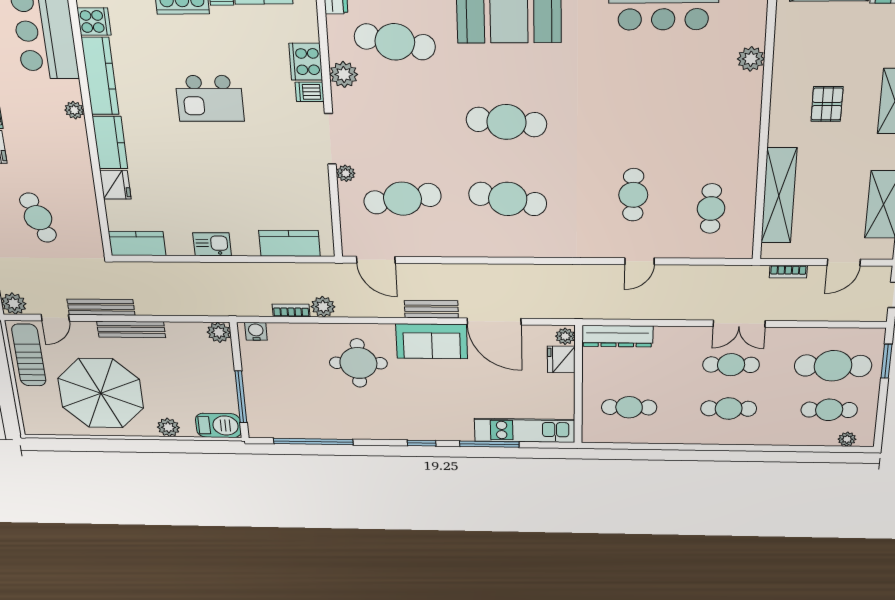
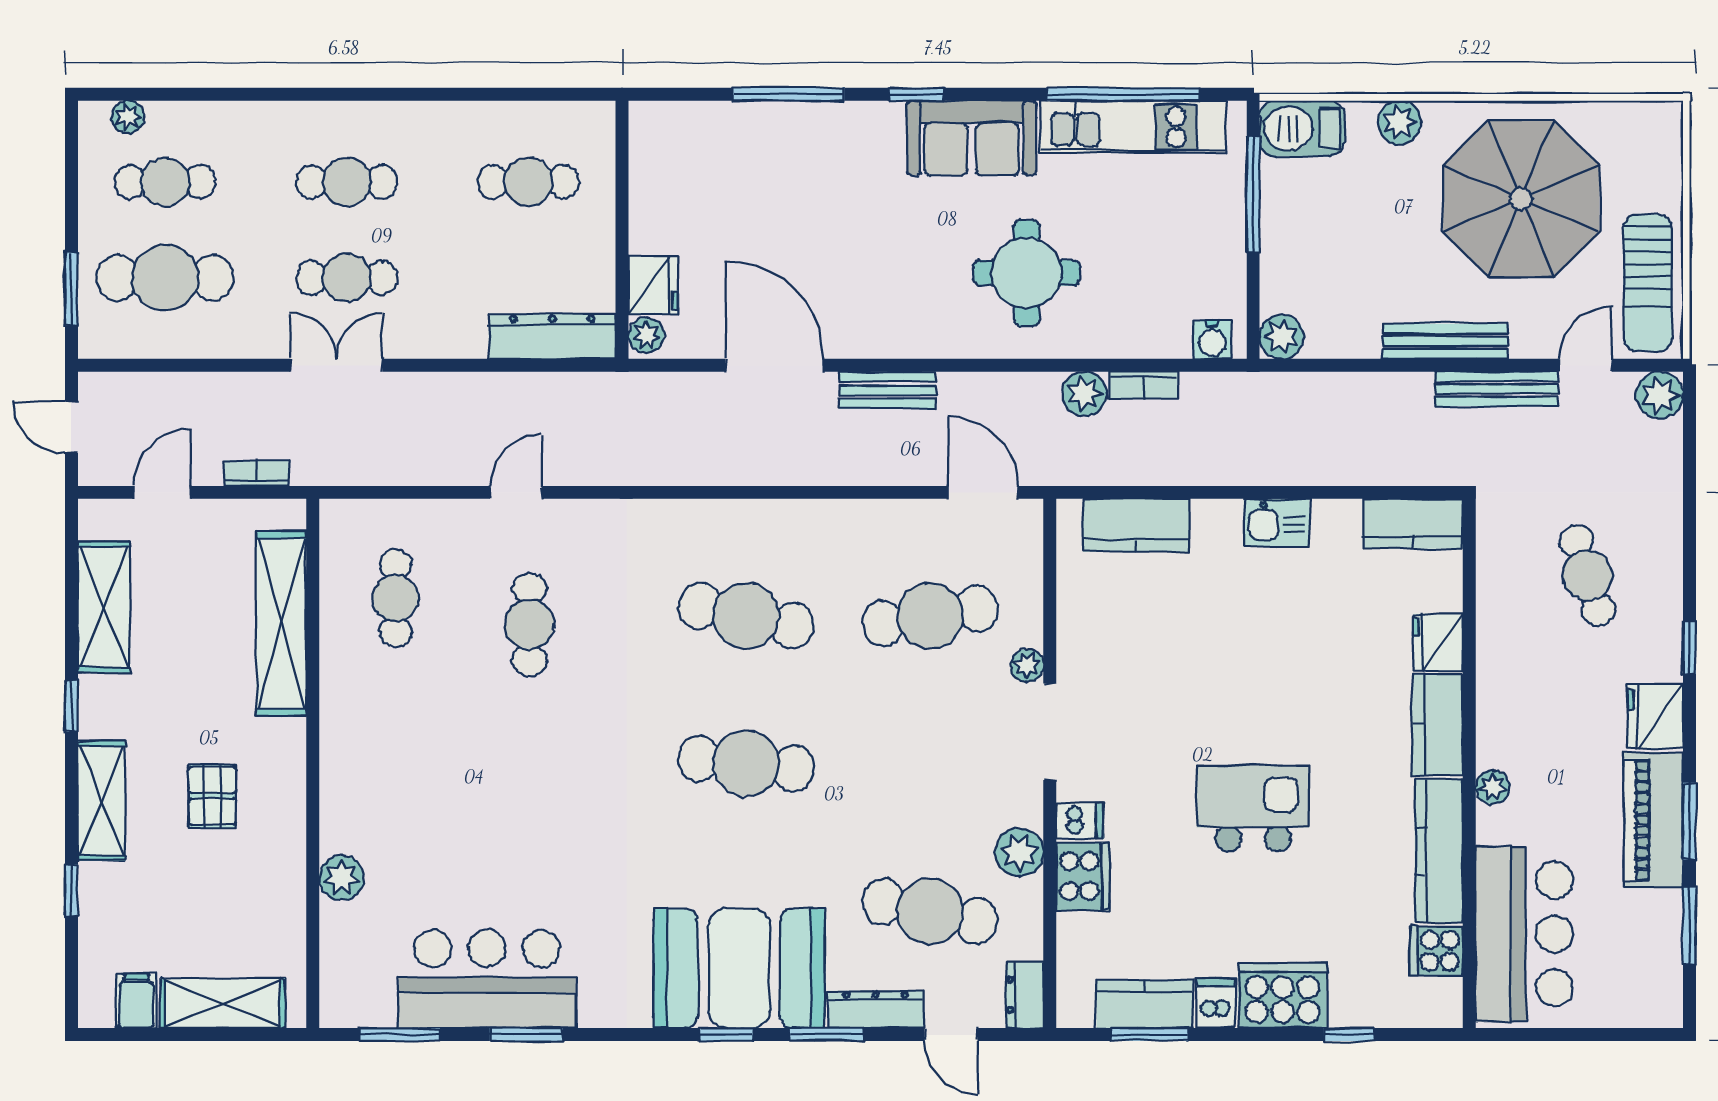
sofa: (432, 341) -> (972, 138), moved, turned 180
kitchen unit: (525, 430) -> (1133, 127), moved

